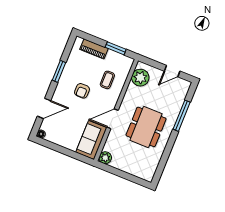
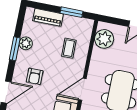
plant: (70, 68) -> (26, 43), added
armchair: (82, 91) -> (35, 76), moved

